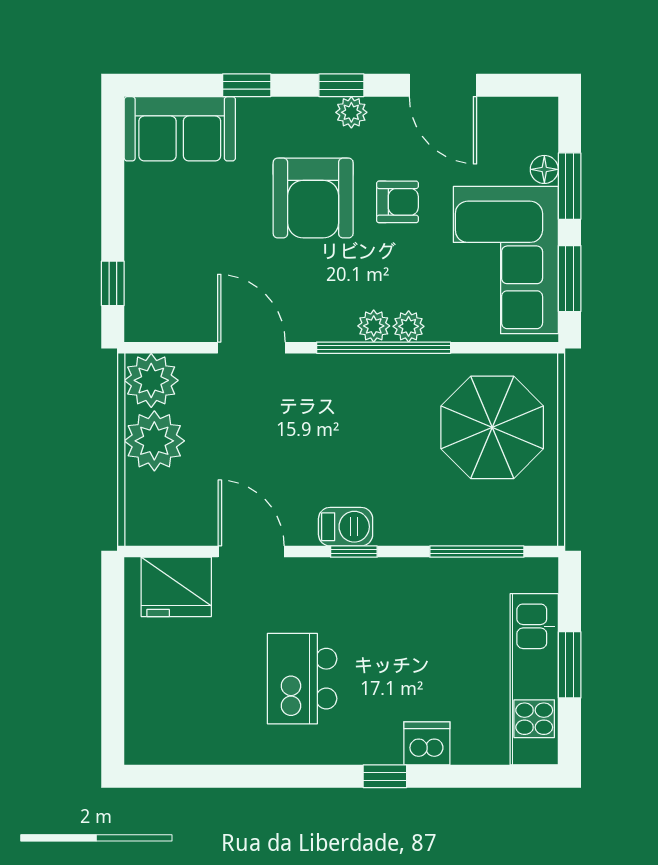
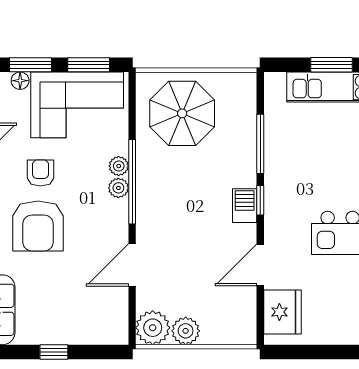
armchair: (313, 198) -> (38, 226), turned 90
window: (113, 283) -> (54, 352), moved
plant: (154, 441) -> (186, 331), width x0.73, depth x0.73
window: (477, 552) -> (260, 144), moved

